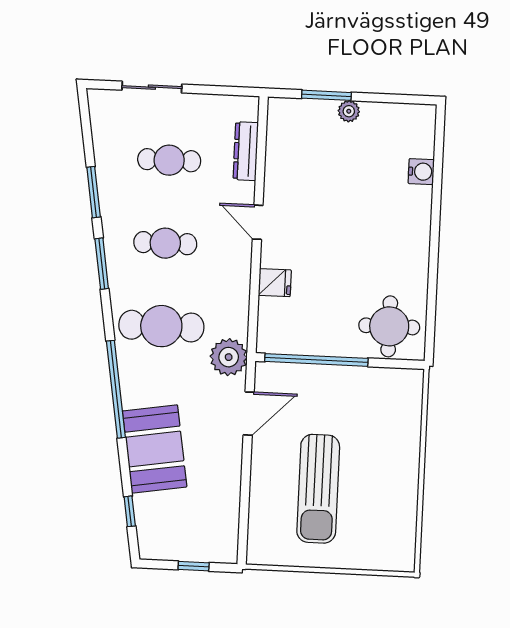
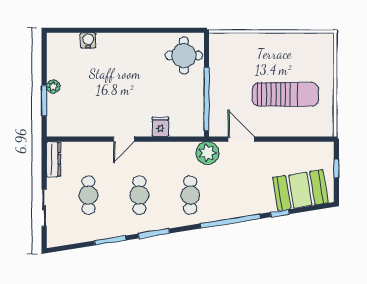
dresser: (246, 151) -> (54, 159), moved, turned -90
cafe table: (161, 326) -> (190, 195), width x0.73, depth x0.74
booth: (155, 449) -> (300, 190), moved
window: (130, 511) -> (280, 213), moved

